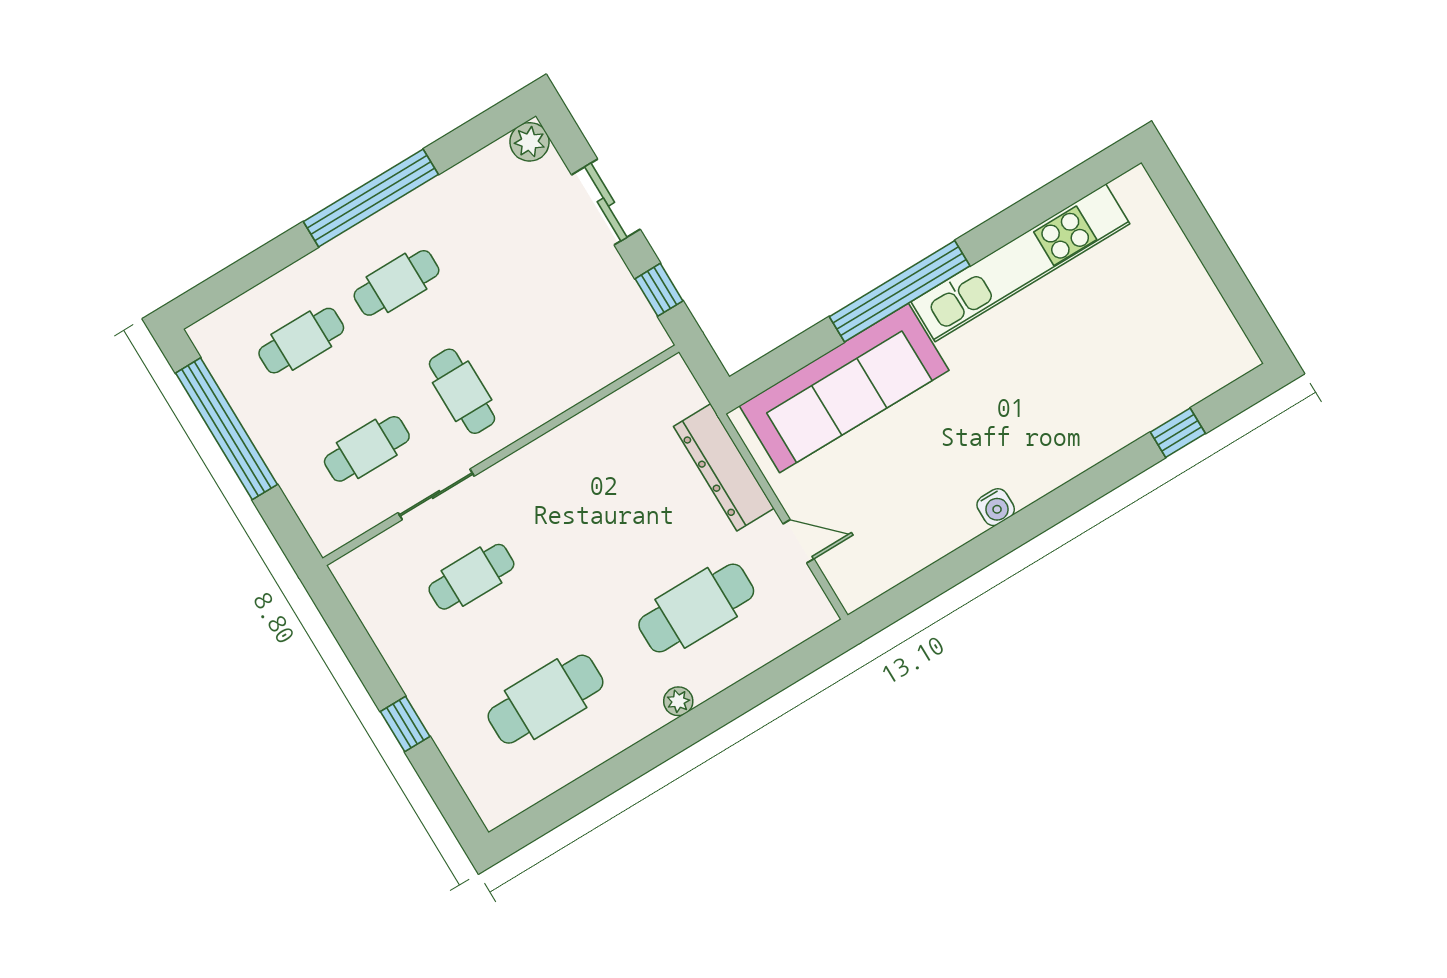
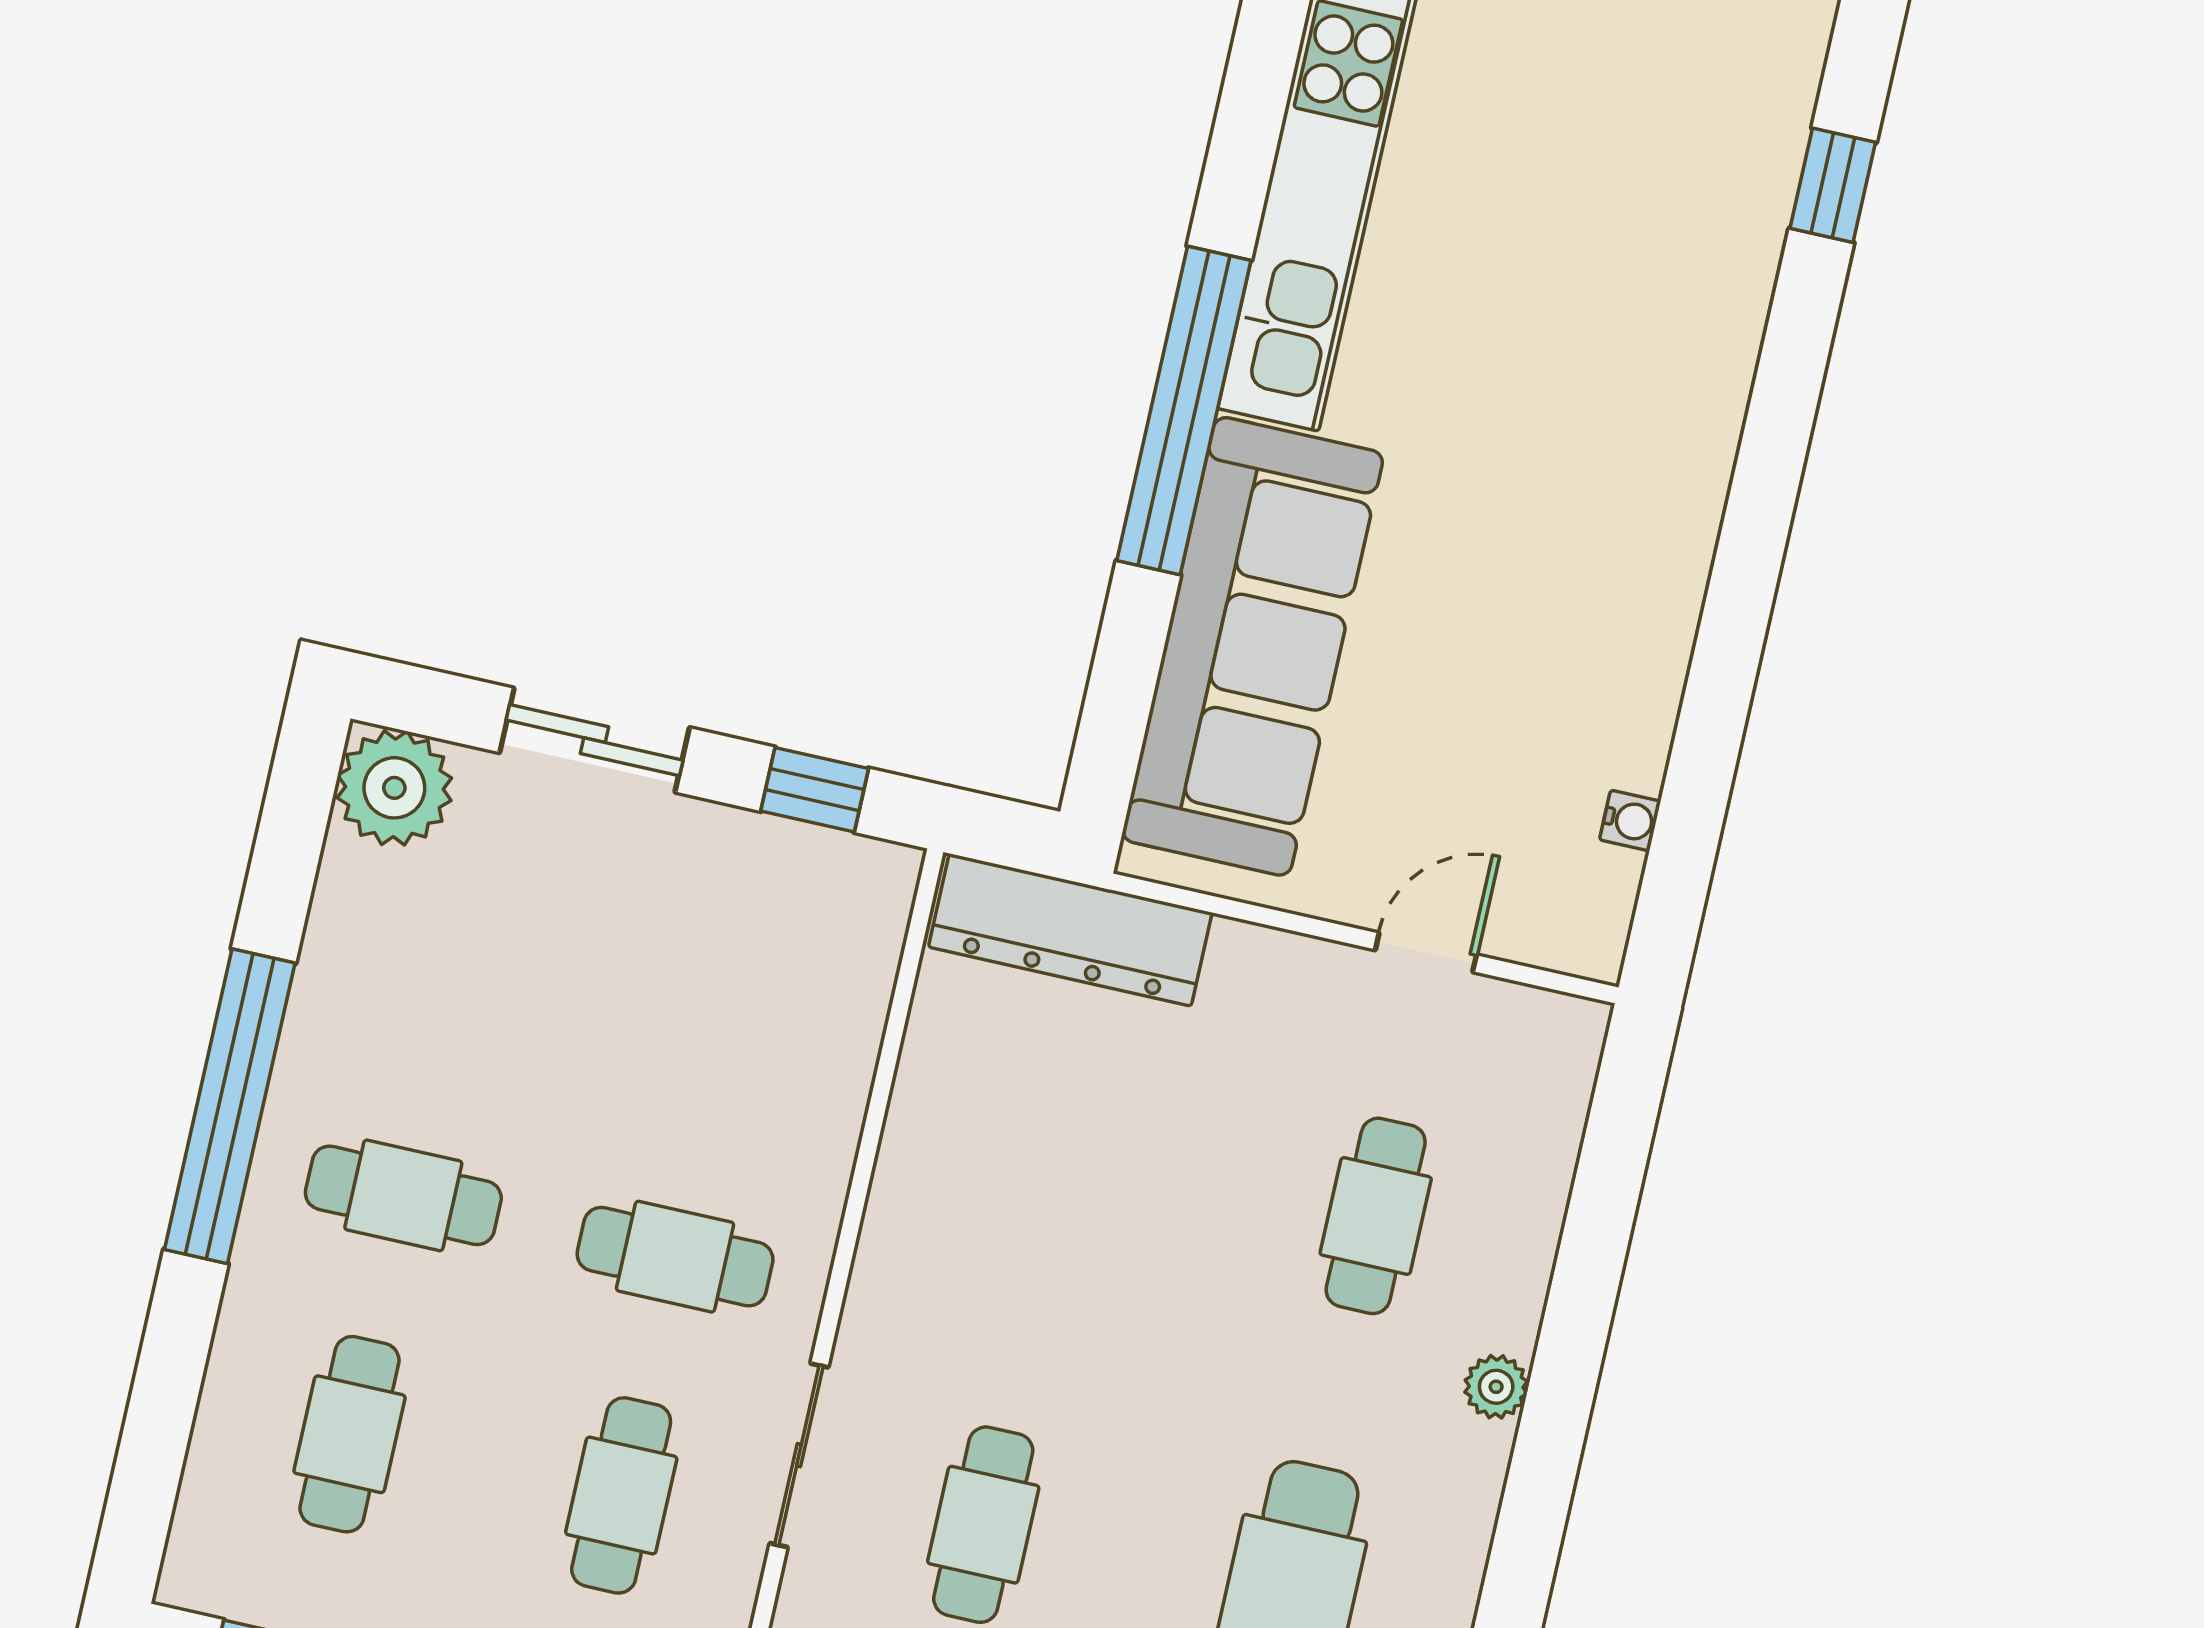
plant: (530, 142) -> (394, 788), width x1.36, depth x1.36
cafe table: (396, 283) -> (403, 1195), turned 90
dresser: (724, 467) -> (1070, 930), moved
water cooler: (996, 507) -> (1630, 821), moved, width x0.72, depth x0.72
cafe table: (696, 608) -> (1376, 1216), width x0.73, depth x0.74

